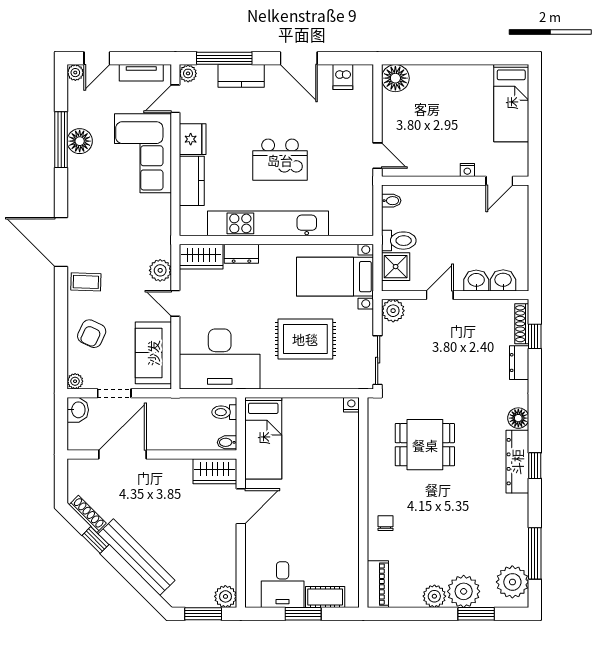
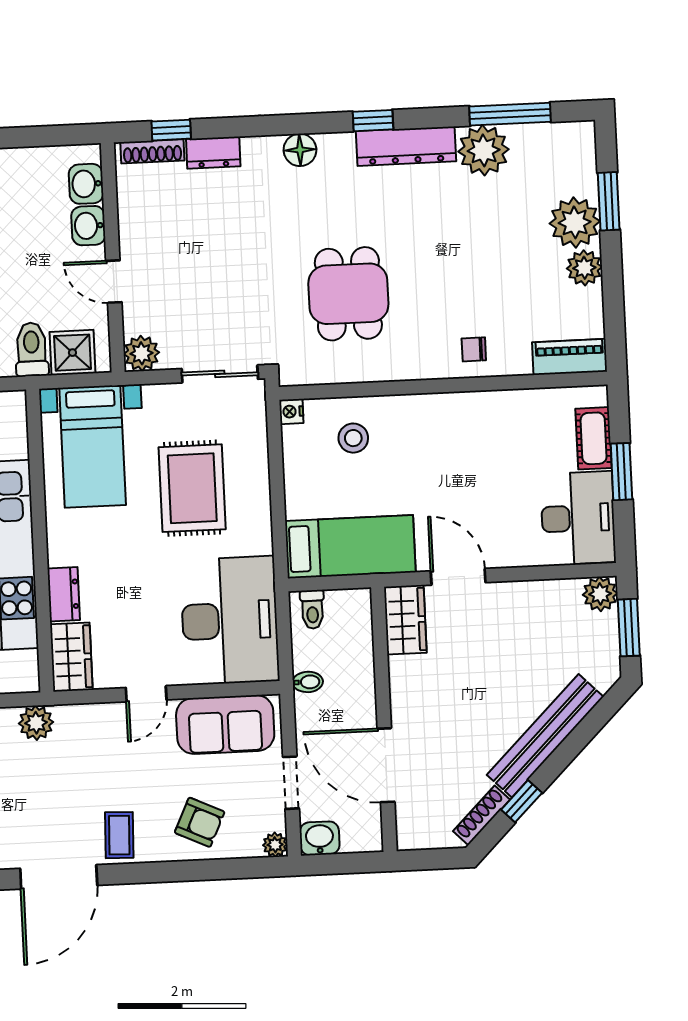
plant: (160, 270) -> (36, 723), moved
bidet: (227, 442) -> (308, 682), moved, turned -90
stool: (333, 443) -> (353, 438), added
dresser: (517, 462) -> (406, 146), moved
plant: (512, 582) -> (484, 150), moved
desk: (283, 585) -> (578, 518), width x1.37

